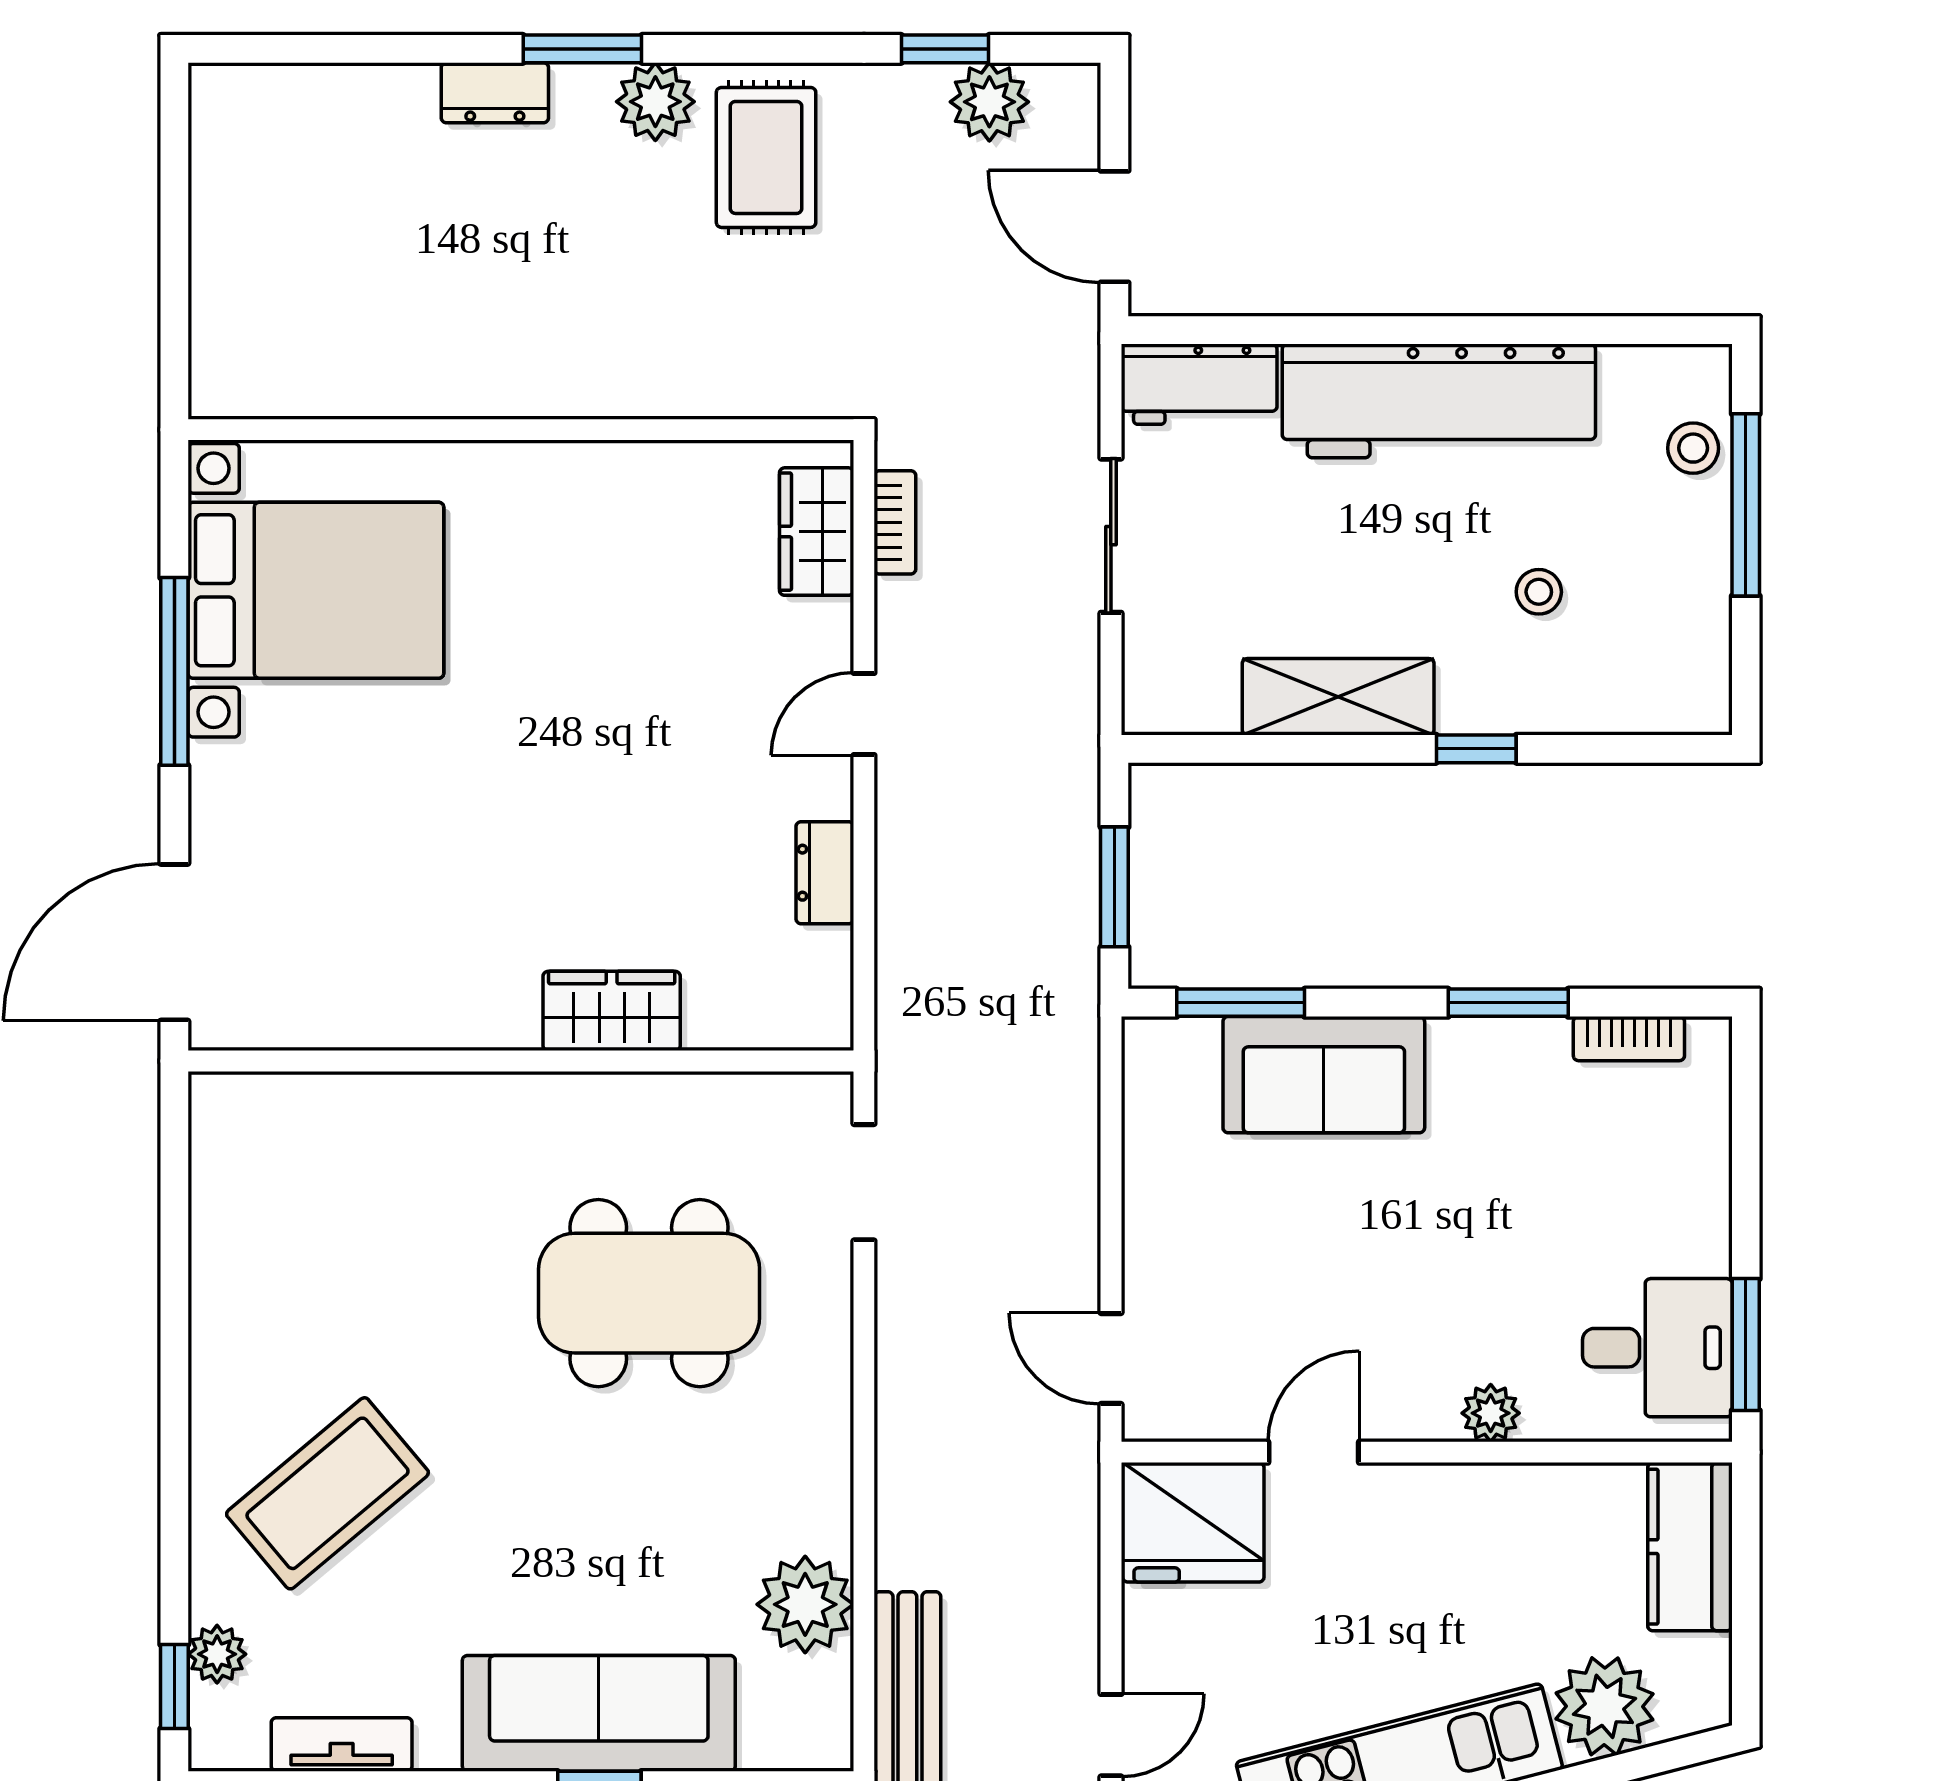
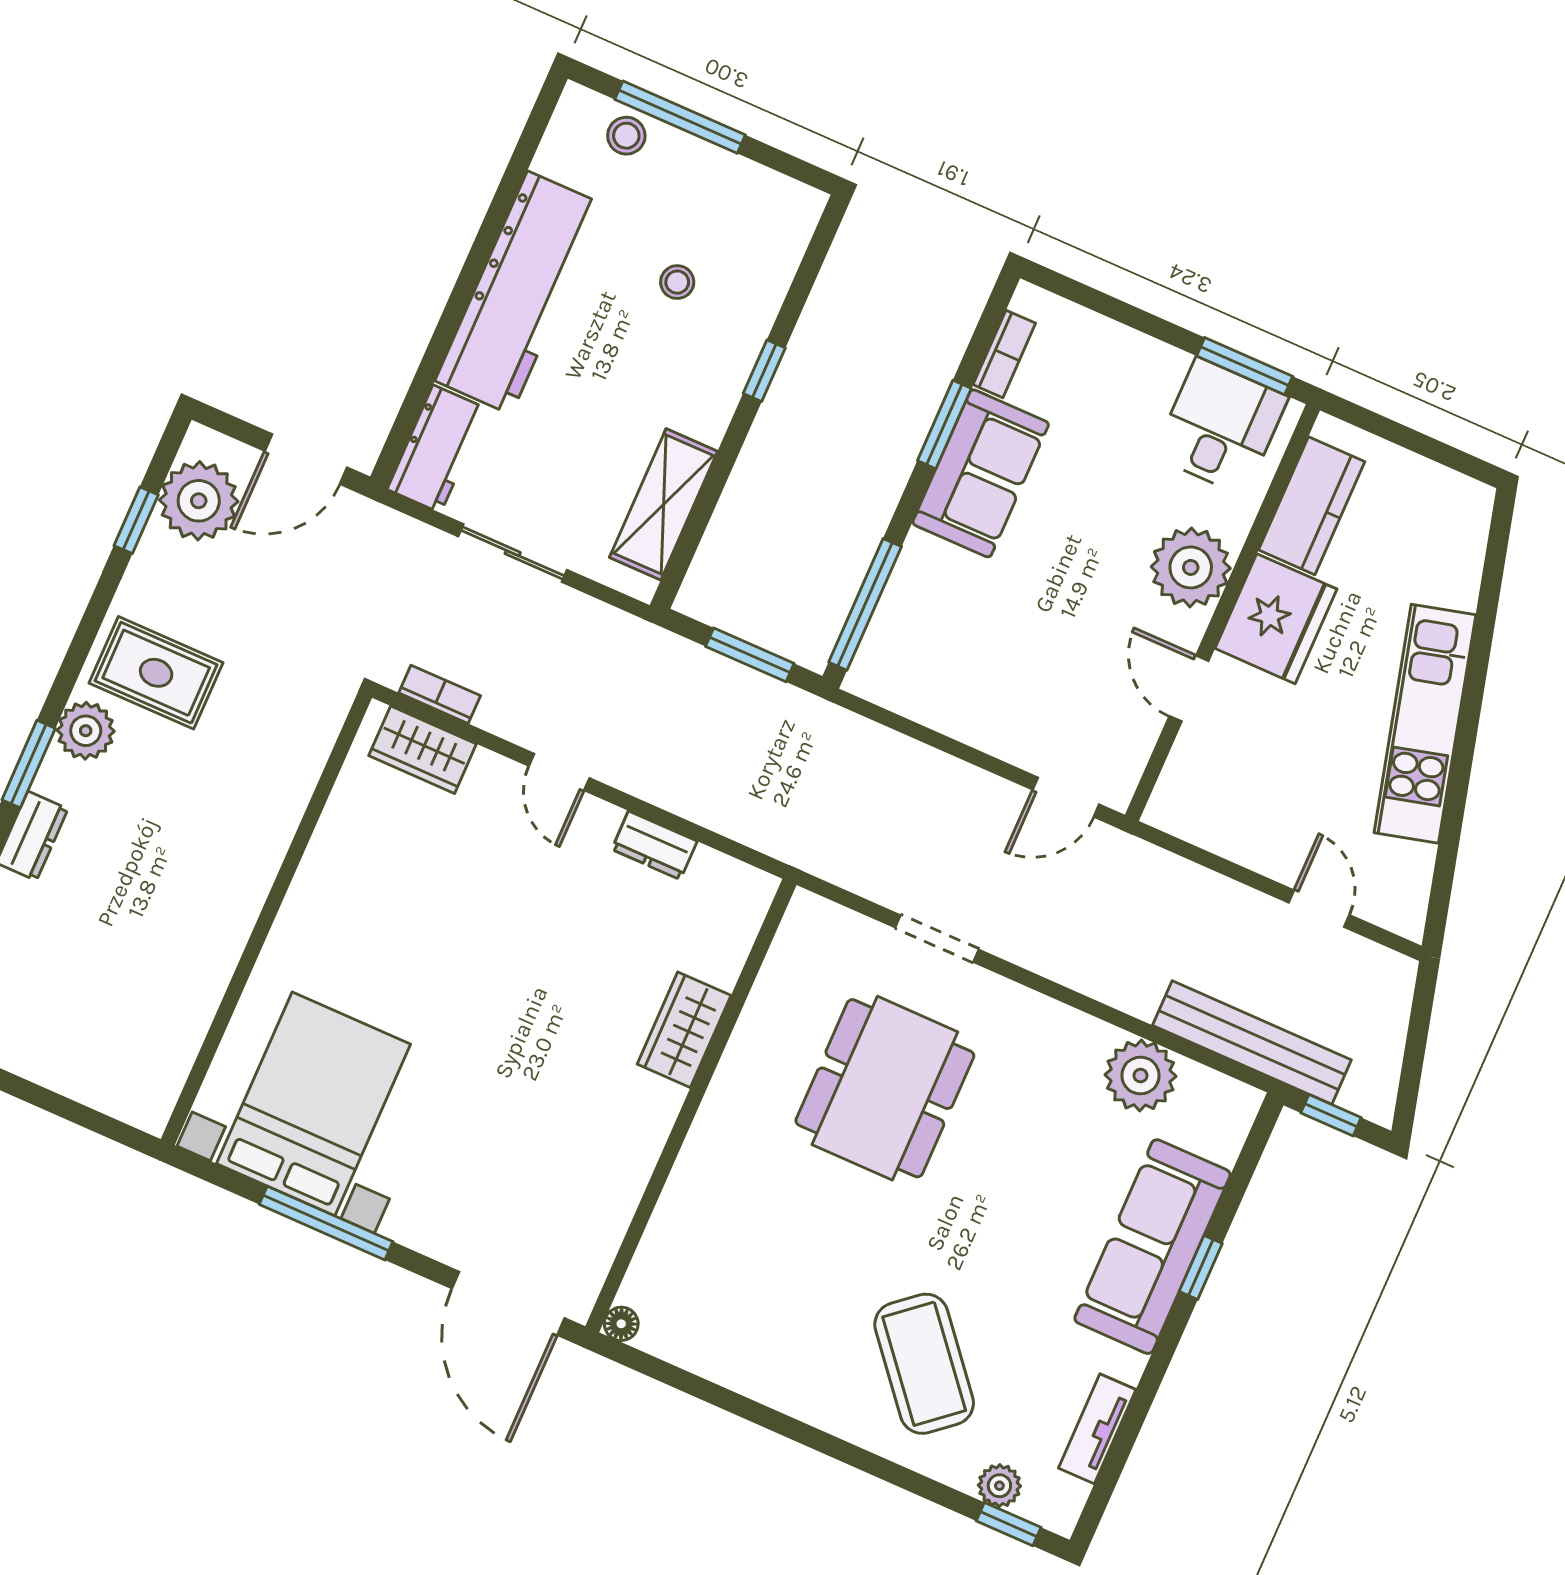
plant: (989, 102) -> (199, 501), width x1.36, depth x1.36
shelving: (1338, 697) -> (663, 504), moved
window: (1241, 1003) -> (865, 604), width x1.44
sofa: (1324, 1075) -> (981, 473), moved
floor lamp: (211, 1094) -> (621, 1324), added
doorway: (864, 1182) -> (937, 939), moved
plant: (1491, 1413) -> (1191, 567), width x1.88, depth x1.88
fridge: (1193, 1522) -> (1276, 619), moved
kitchen counter: (1690, 1547) -> (1312, 506), moved, turned -90
plant: (1605, 1706) -> (1446, 568), removed

